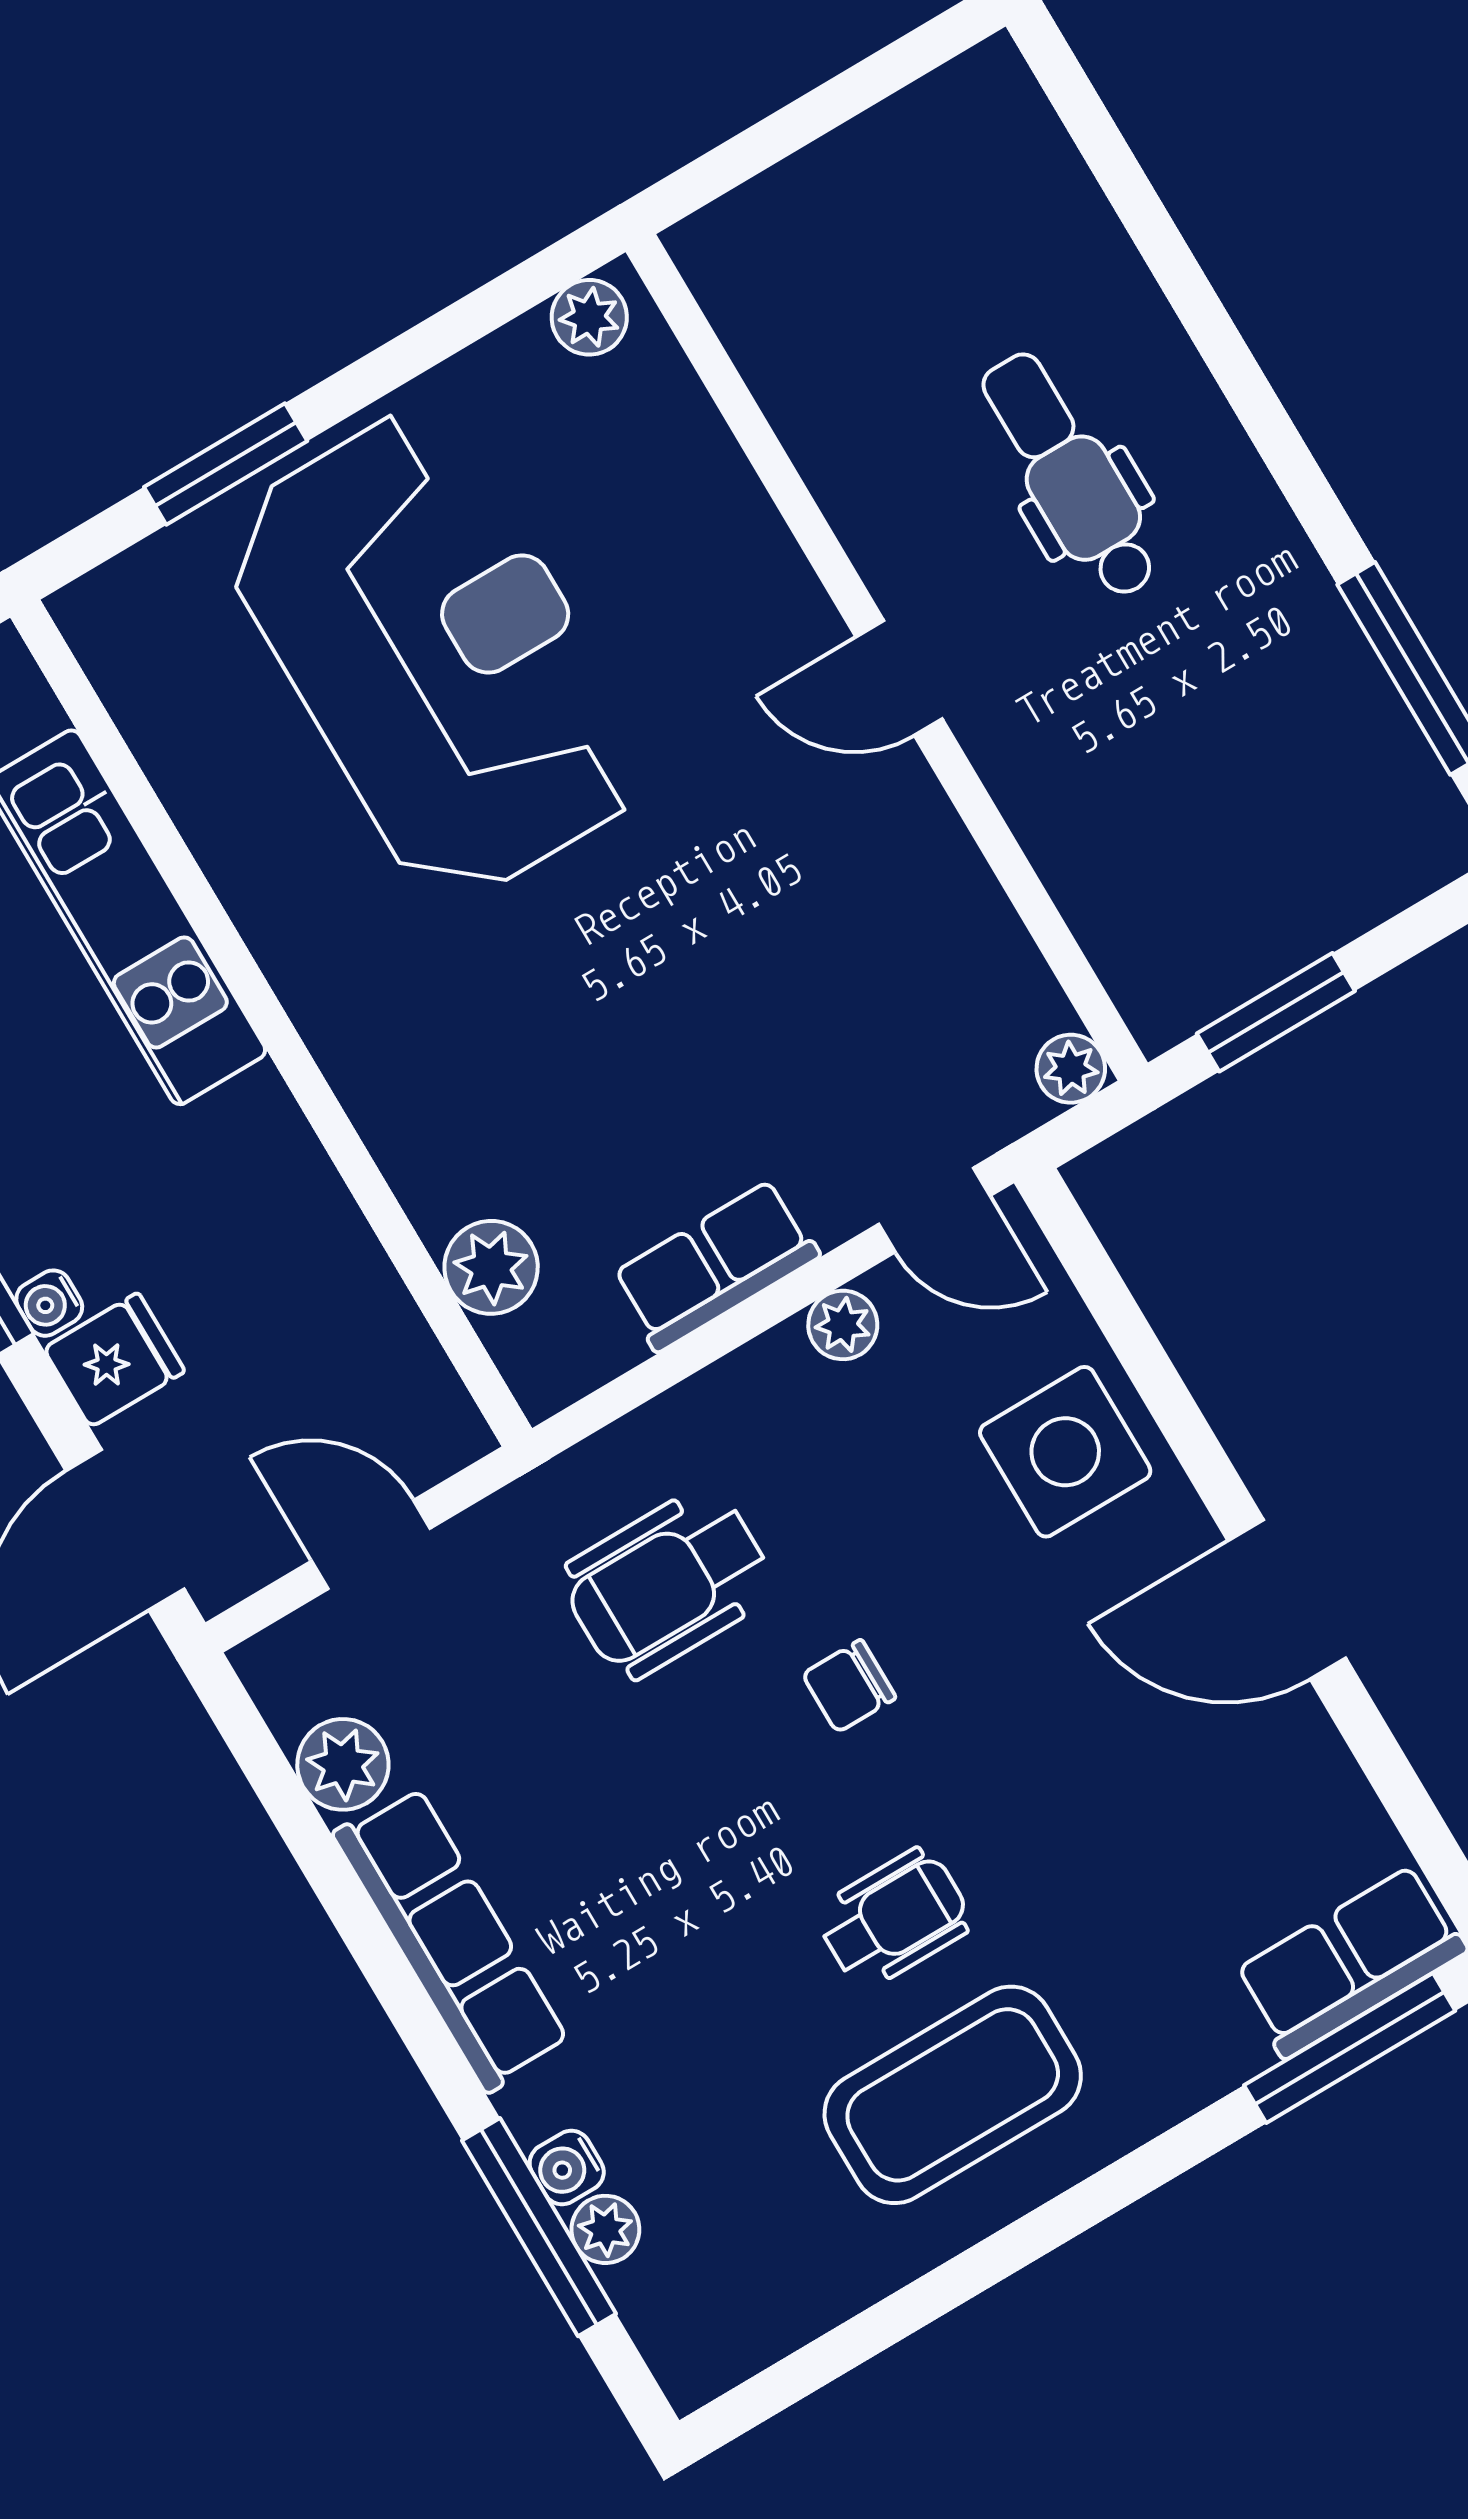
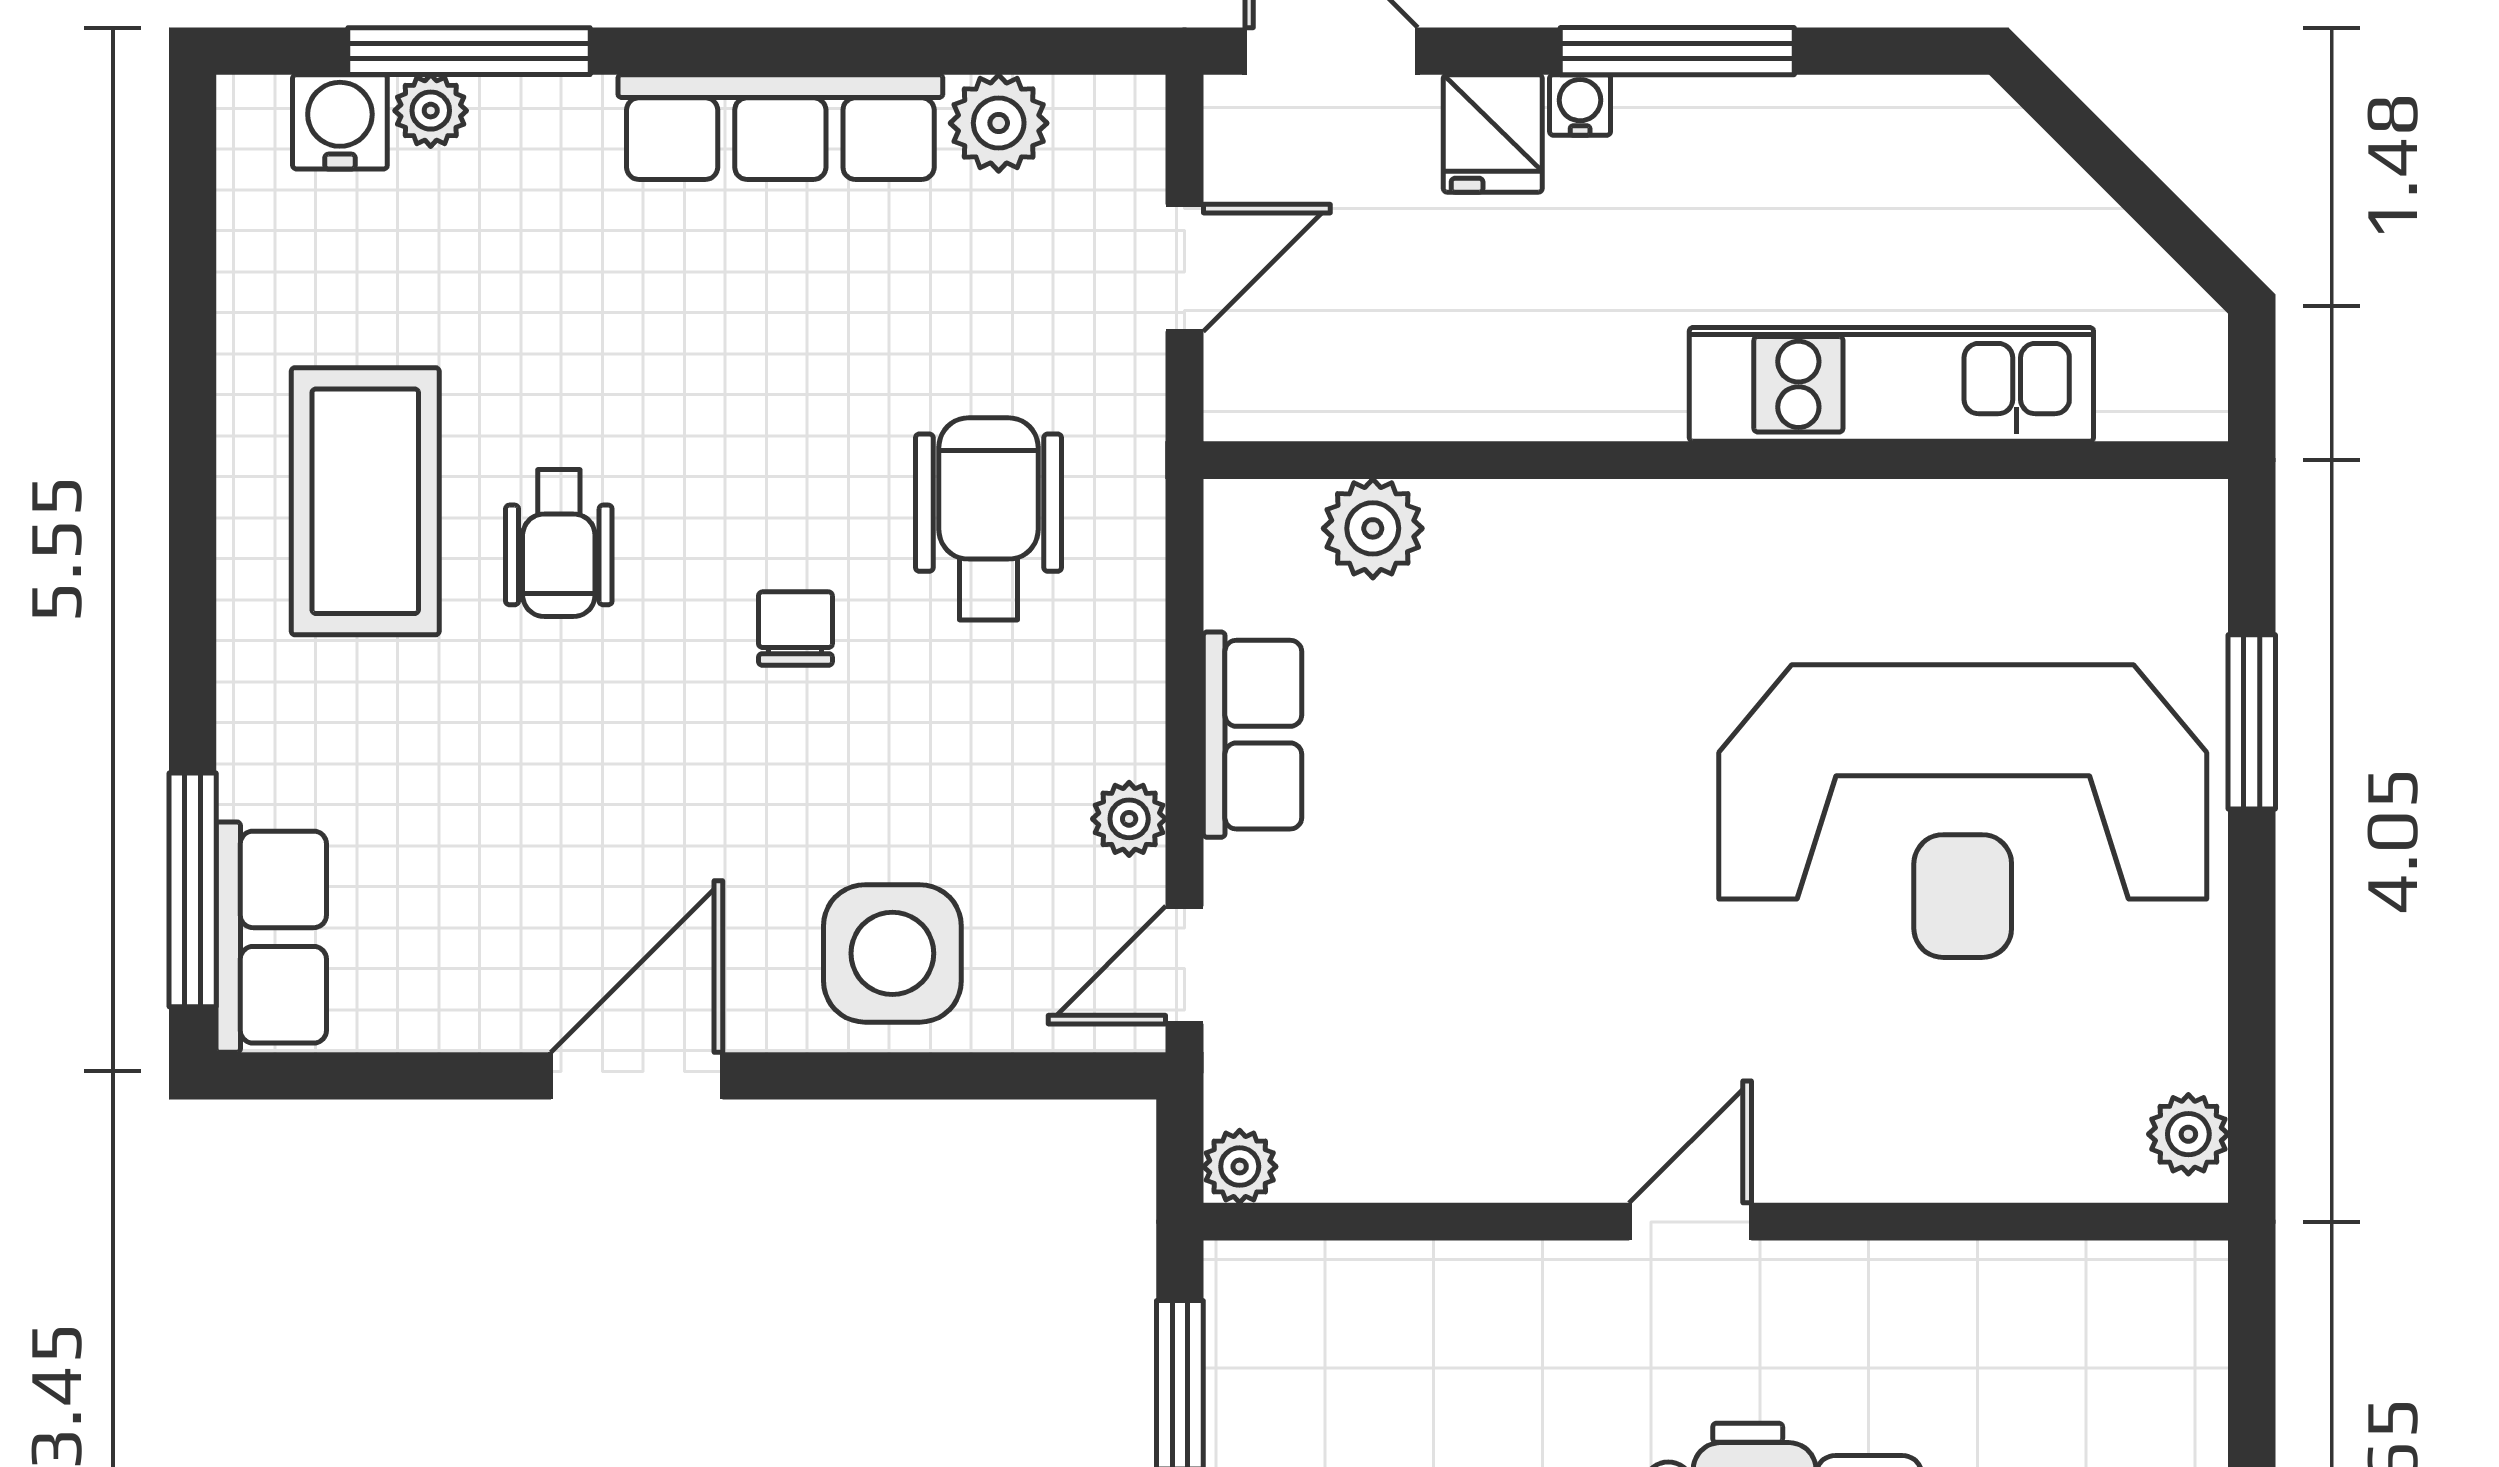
water cooler: (567, 2168) -> (340, 122), moved, width x1.38, depth x1.38

